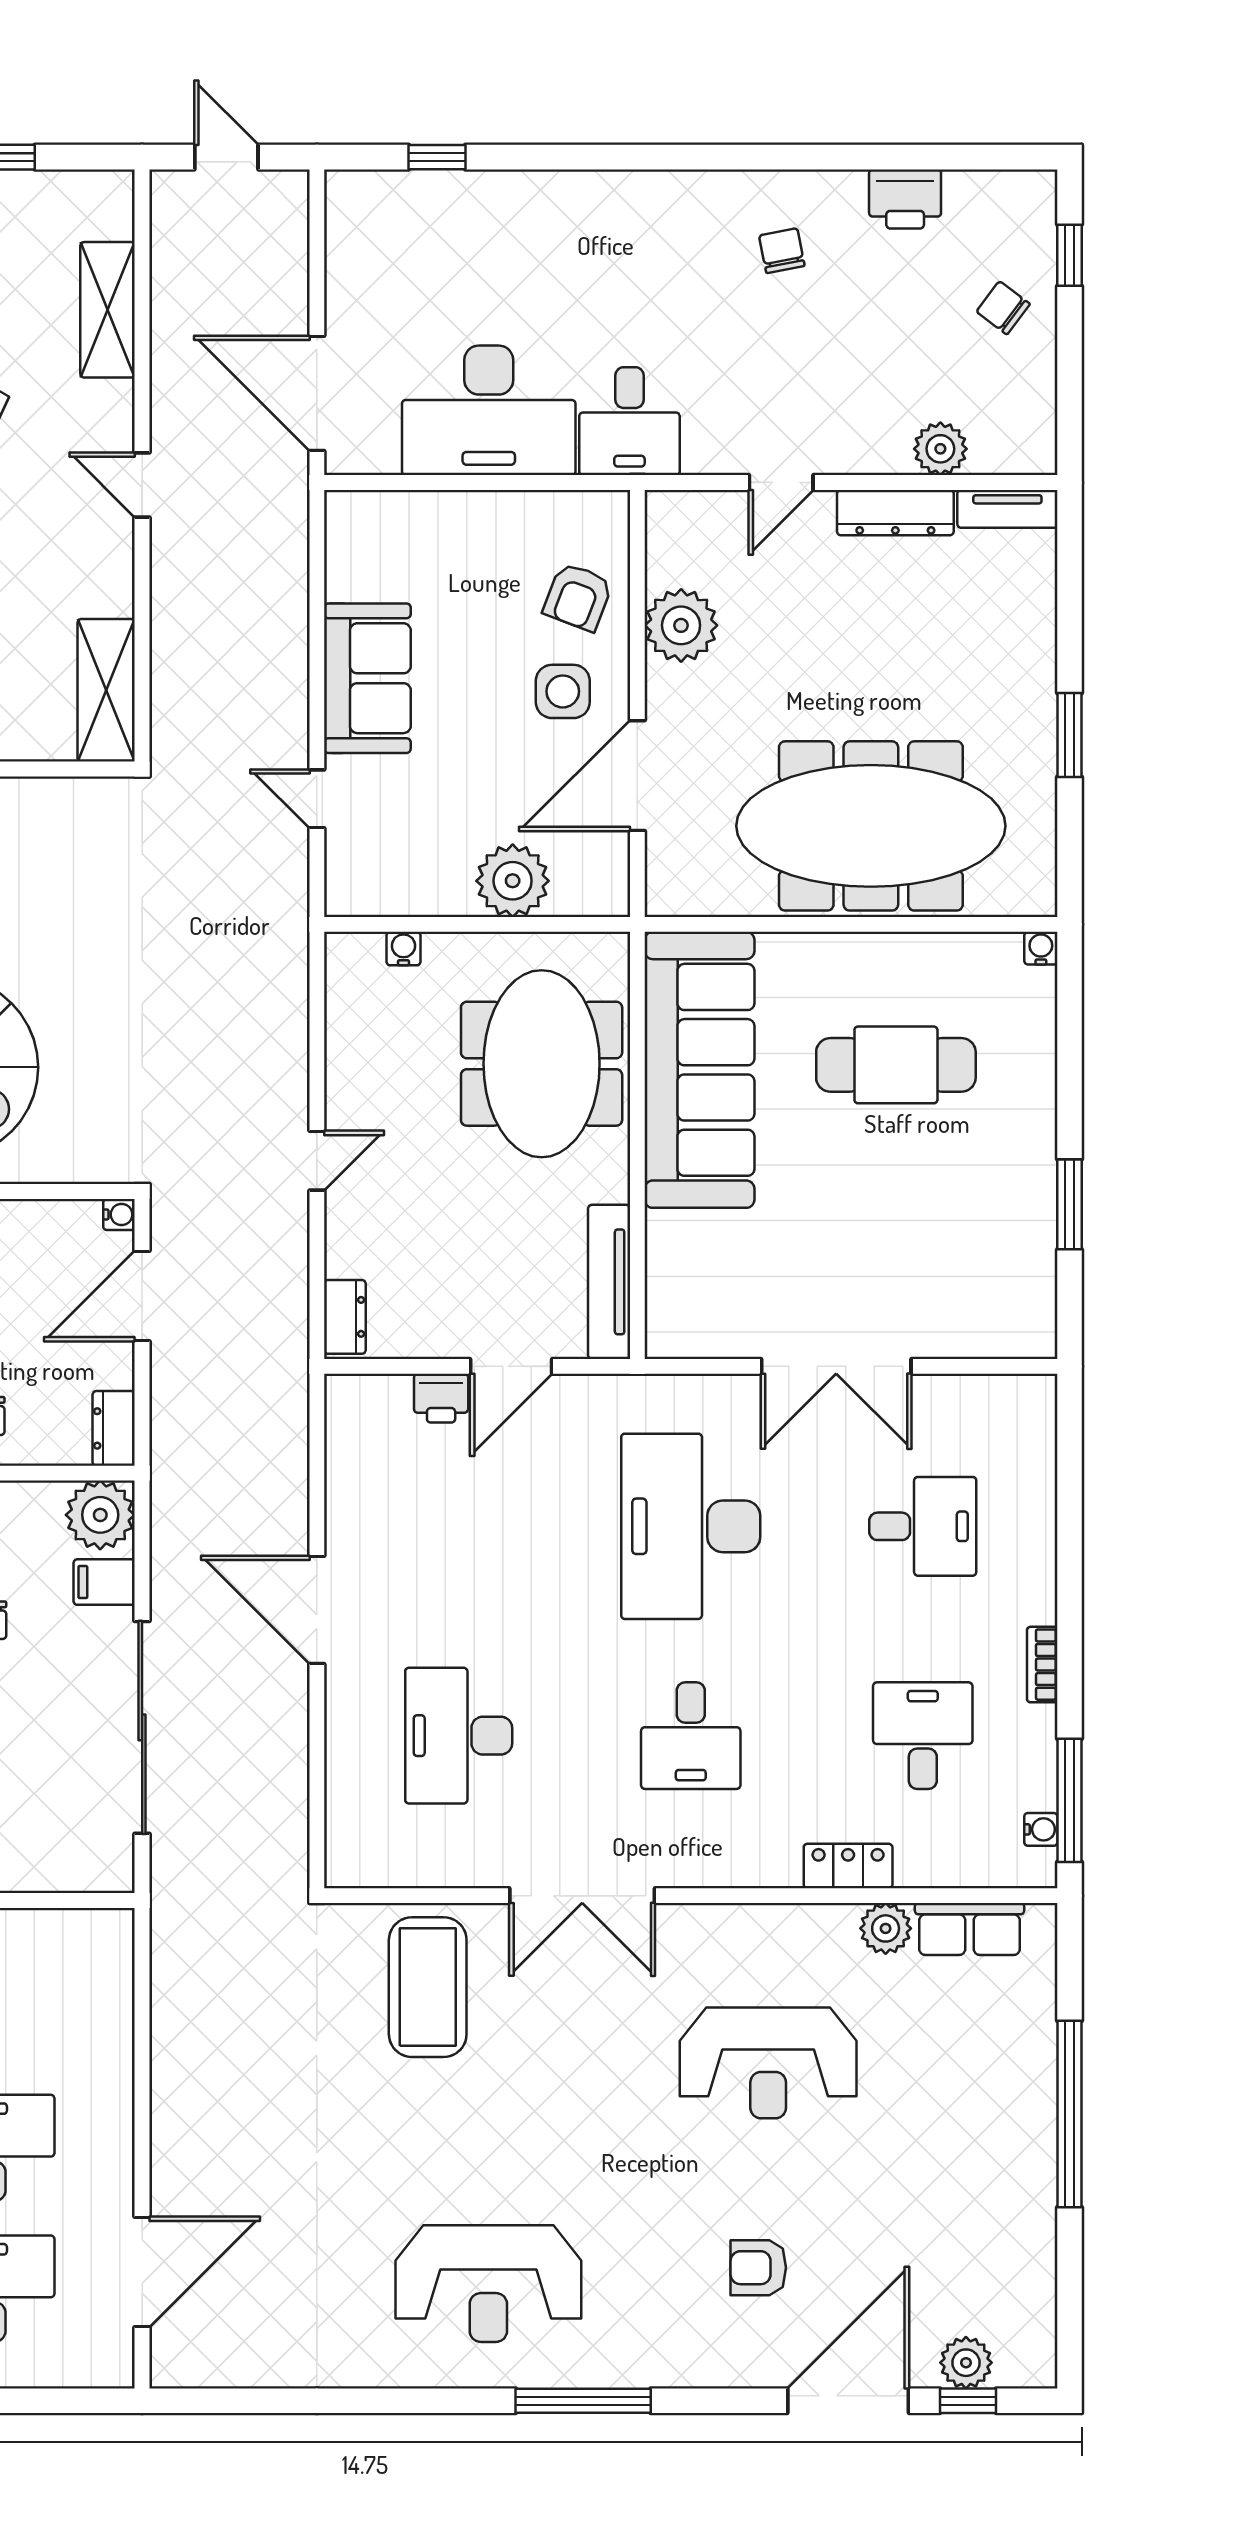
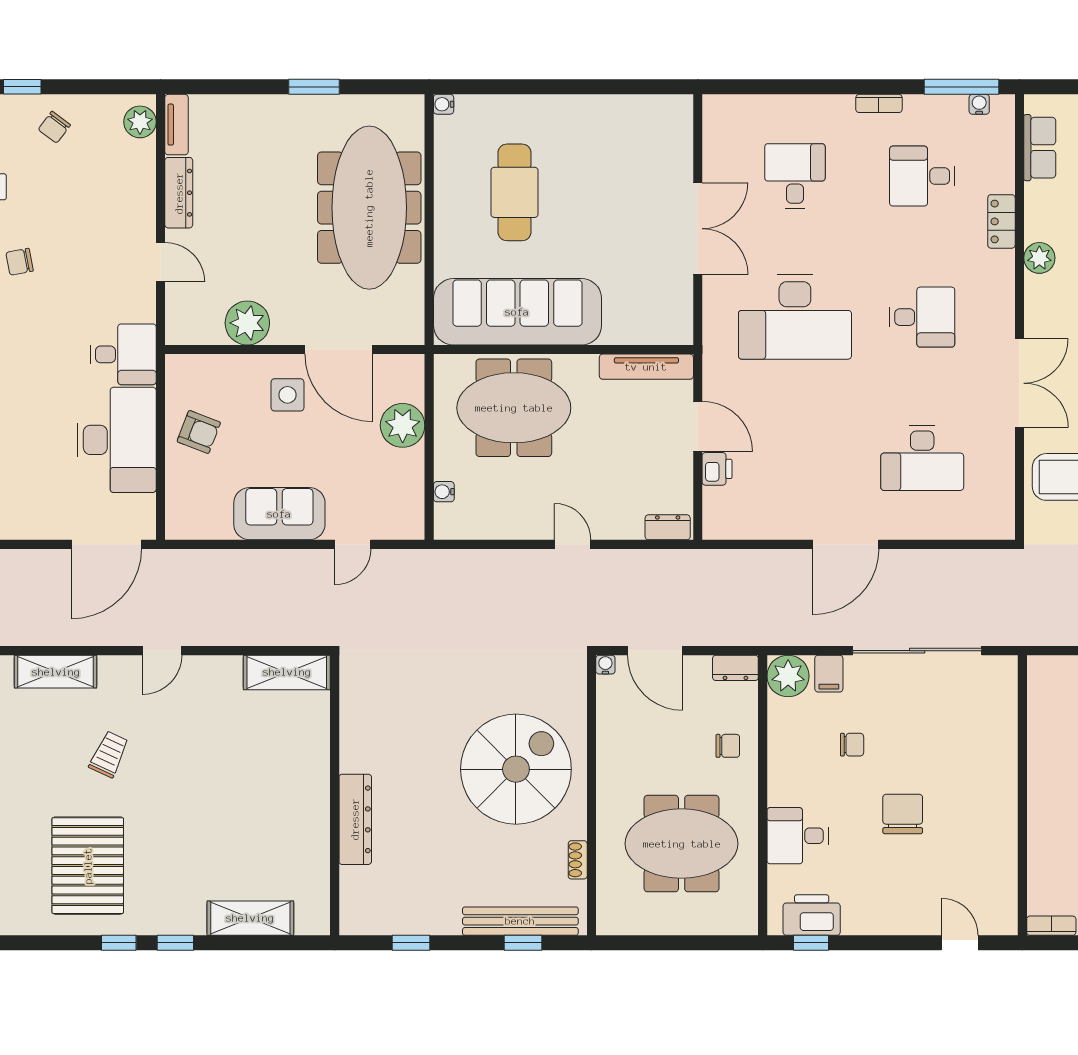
plant: (940, 449) -> (140, 122), moved
armchair: (578, 597) -> (199, 432), moved
window: (1070, 1204) -> (599, 87), removed
plant: (886, 1928) -> (1039, 258), moved

